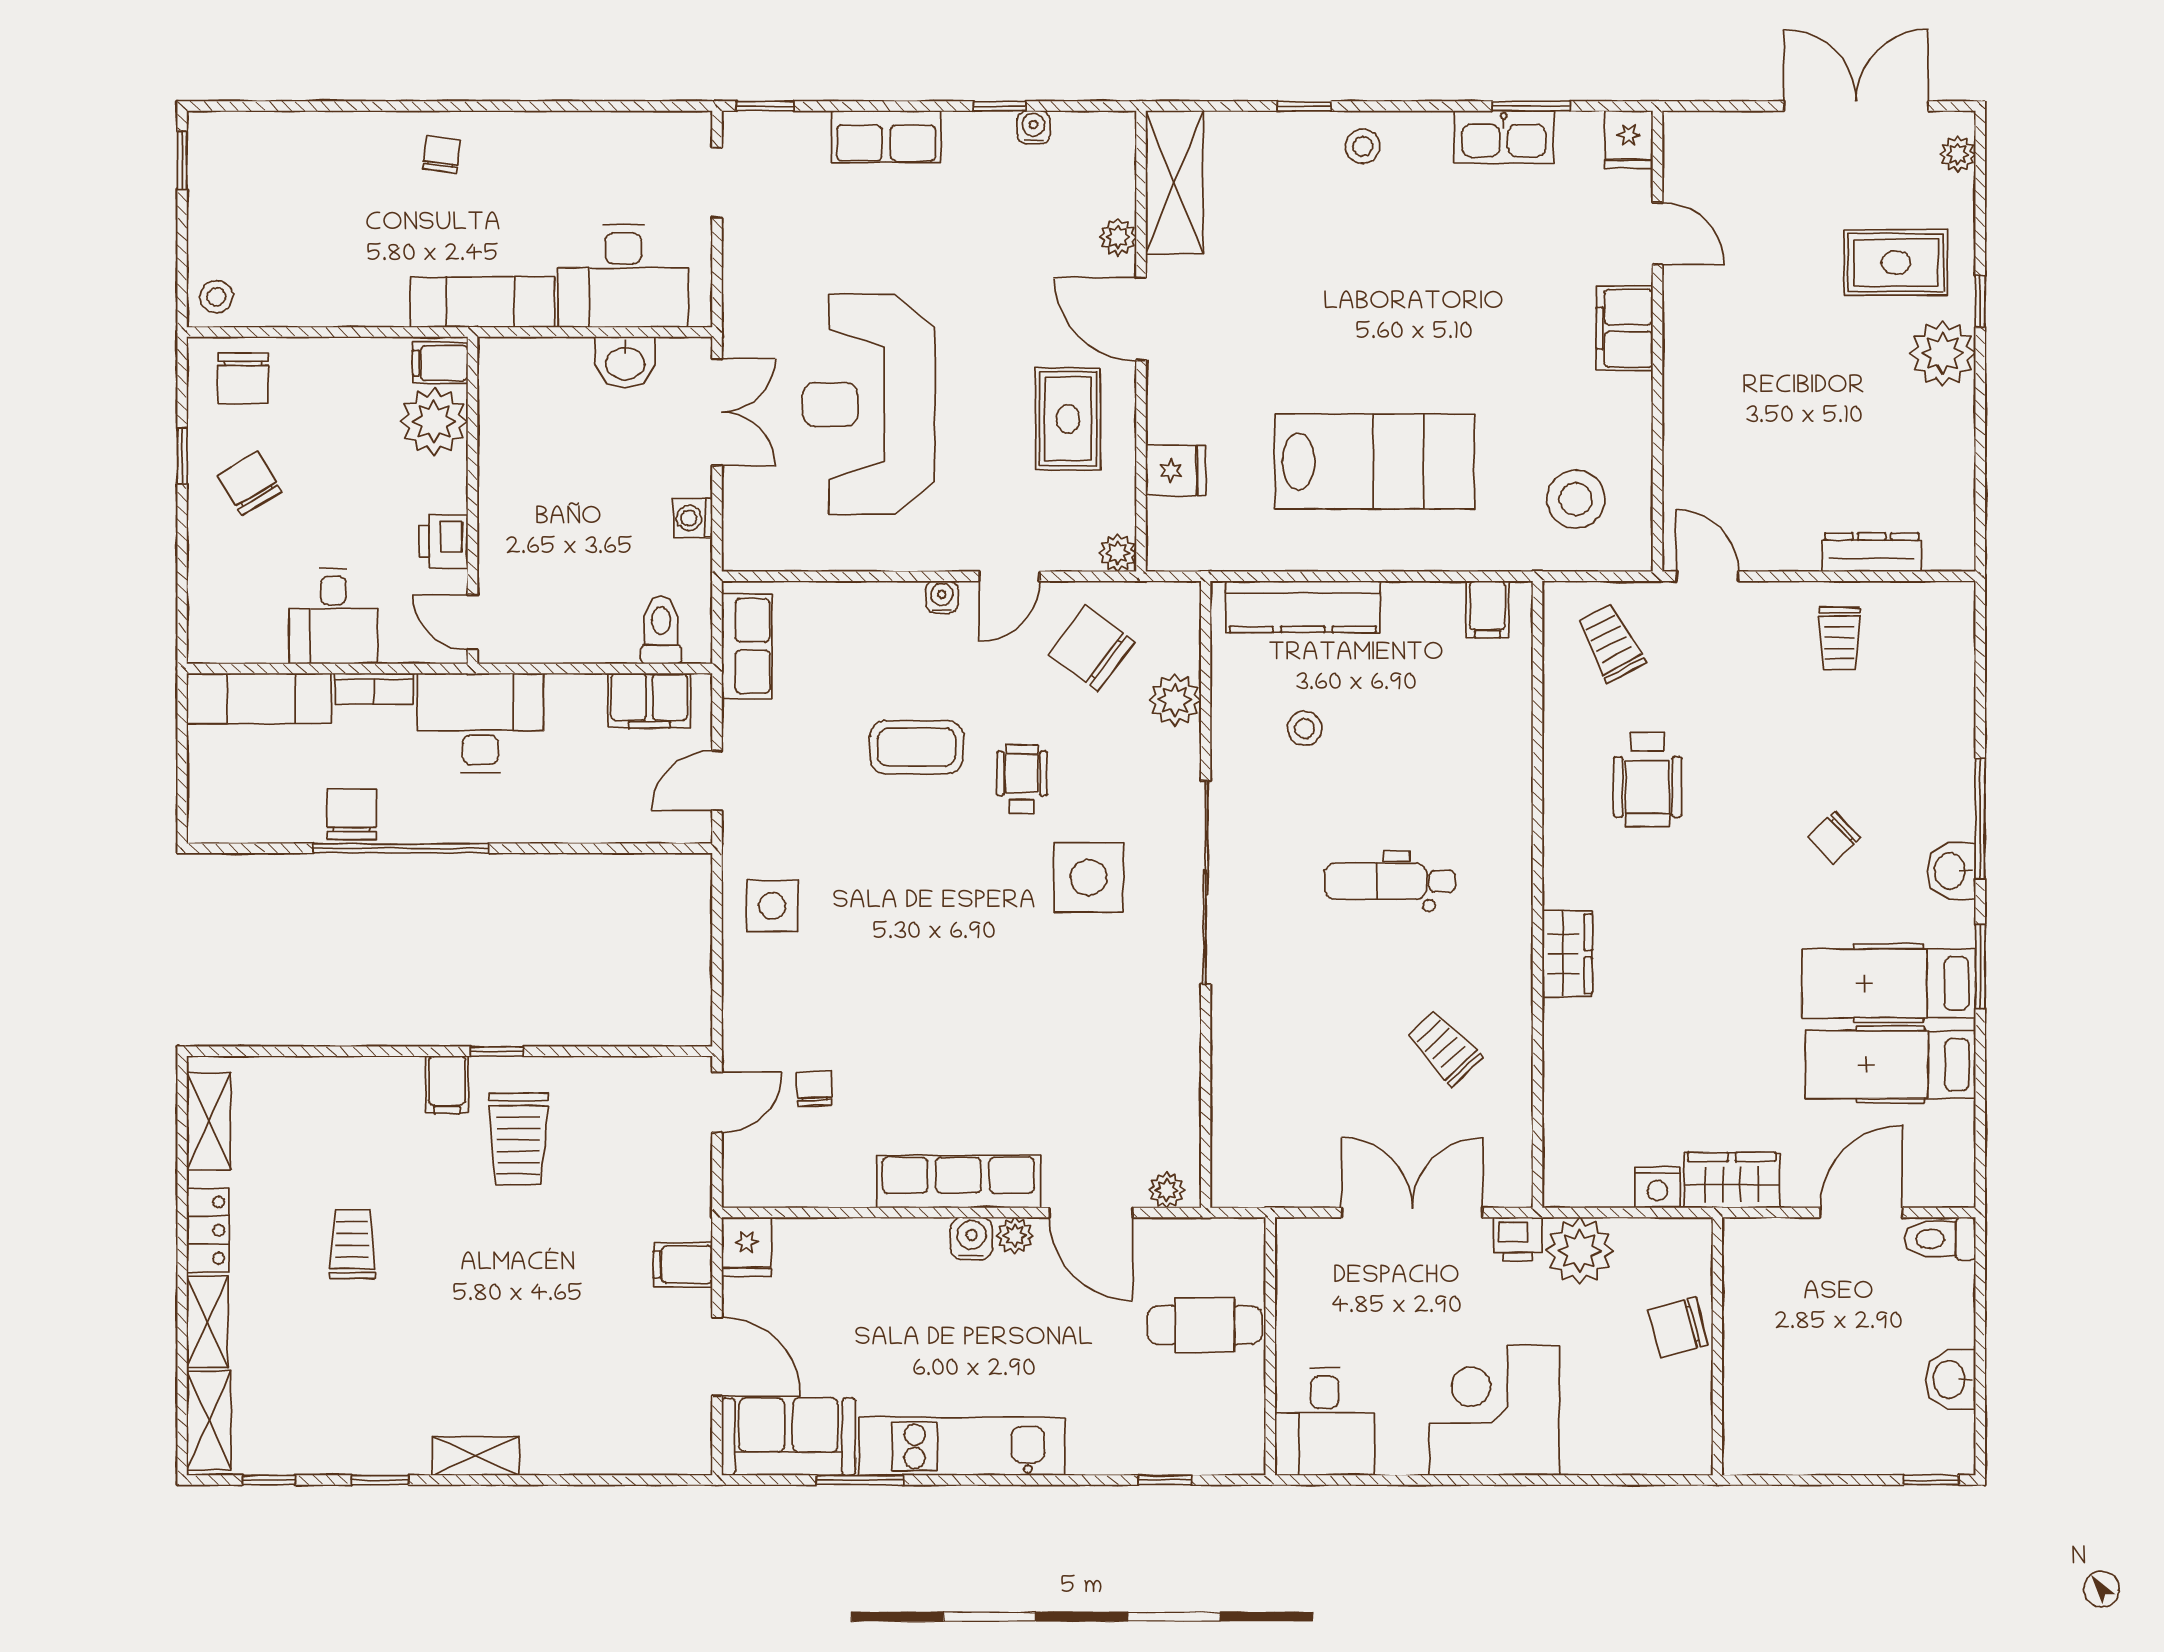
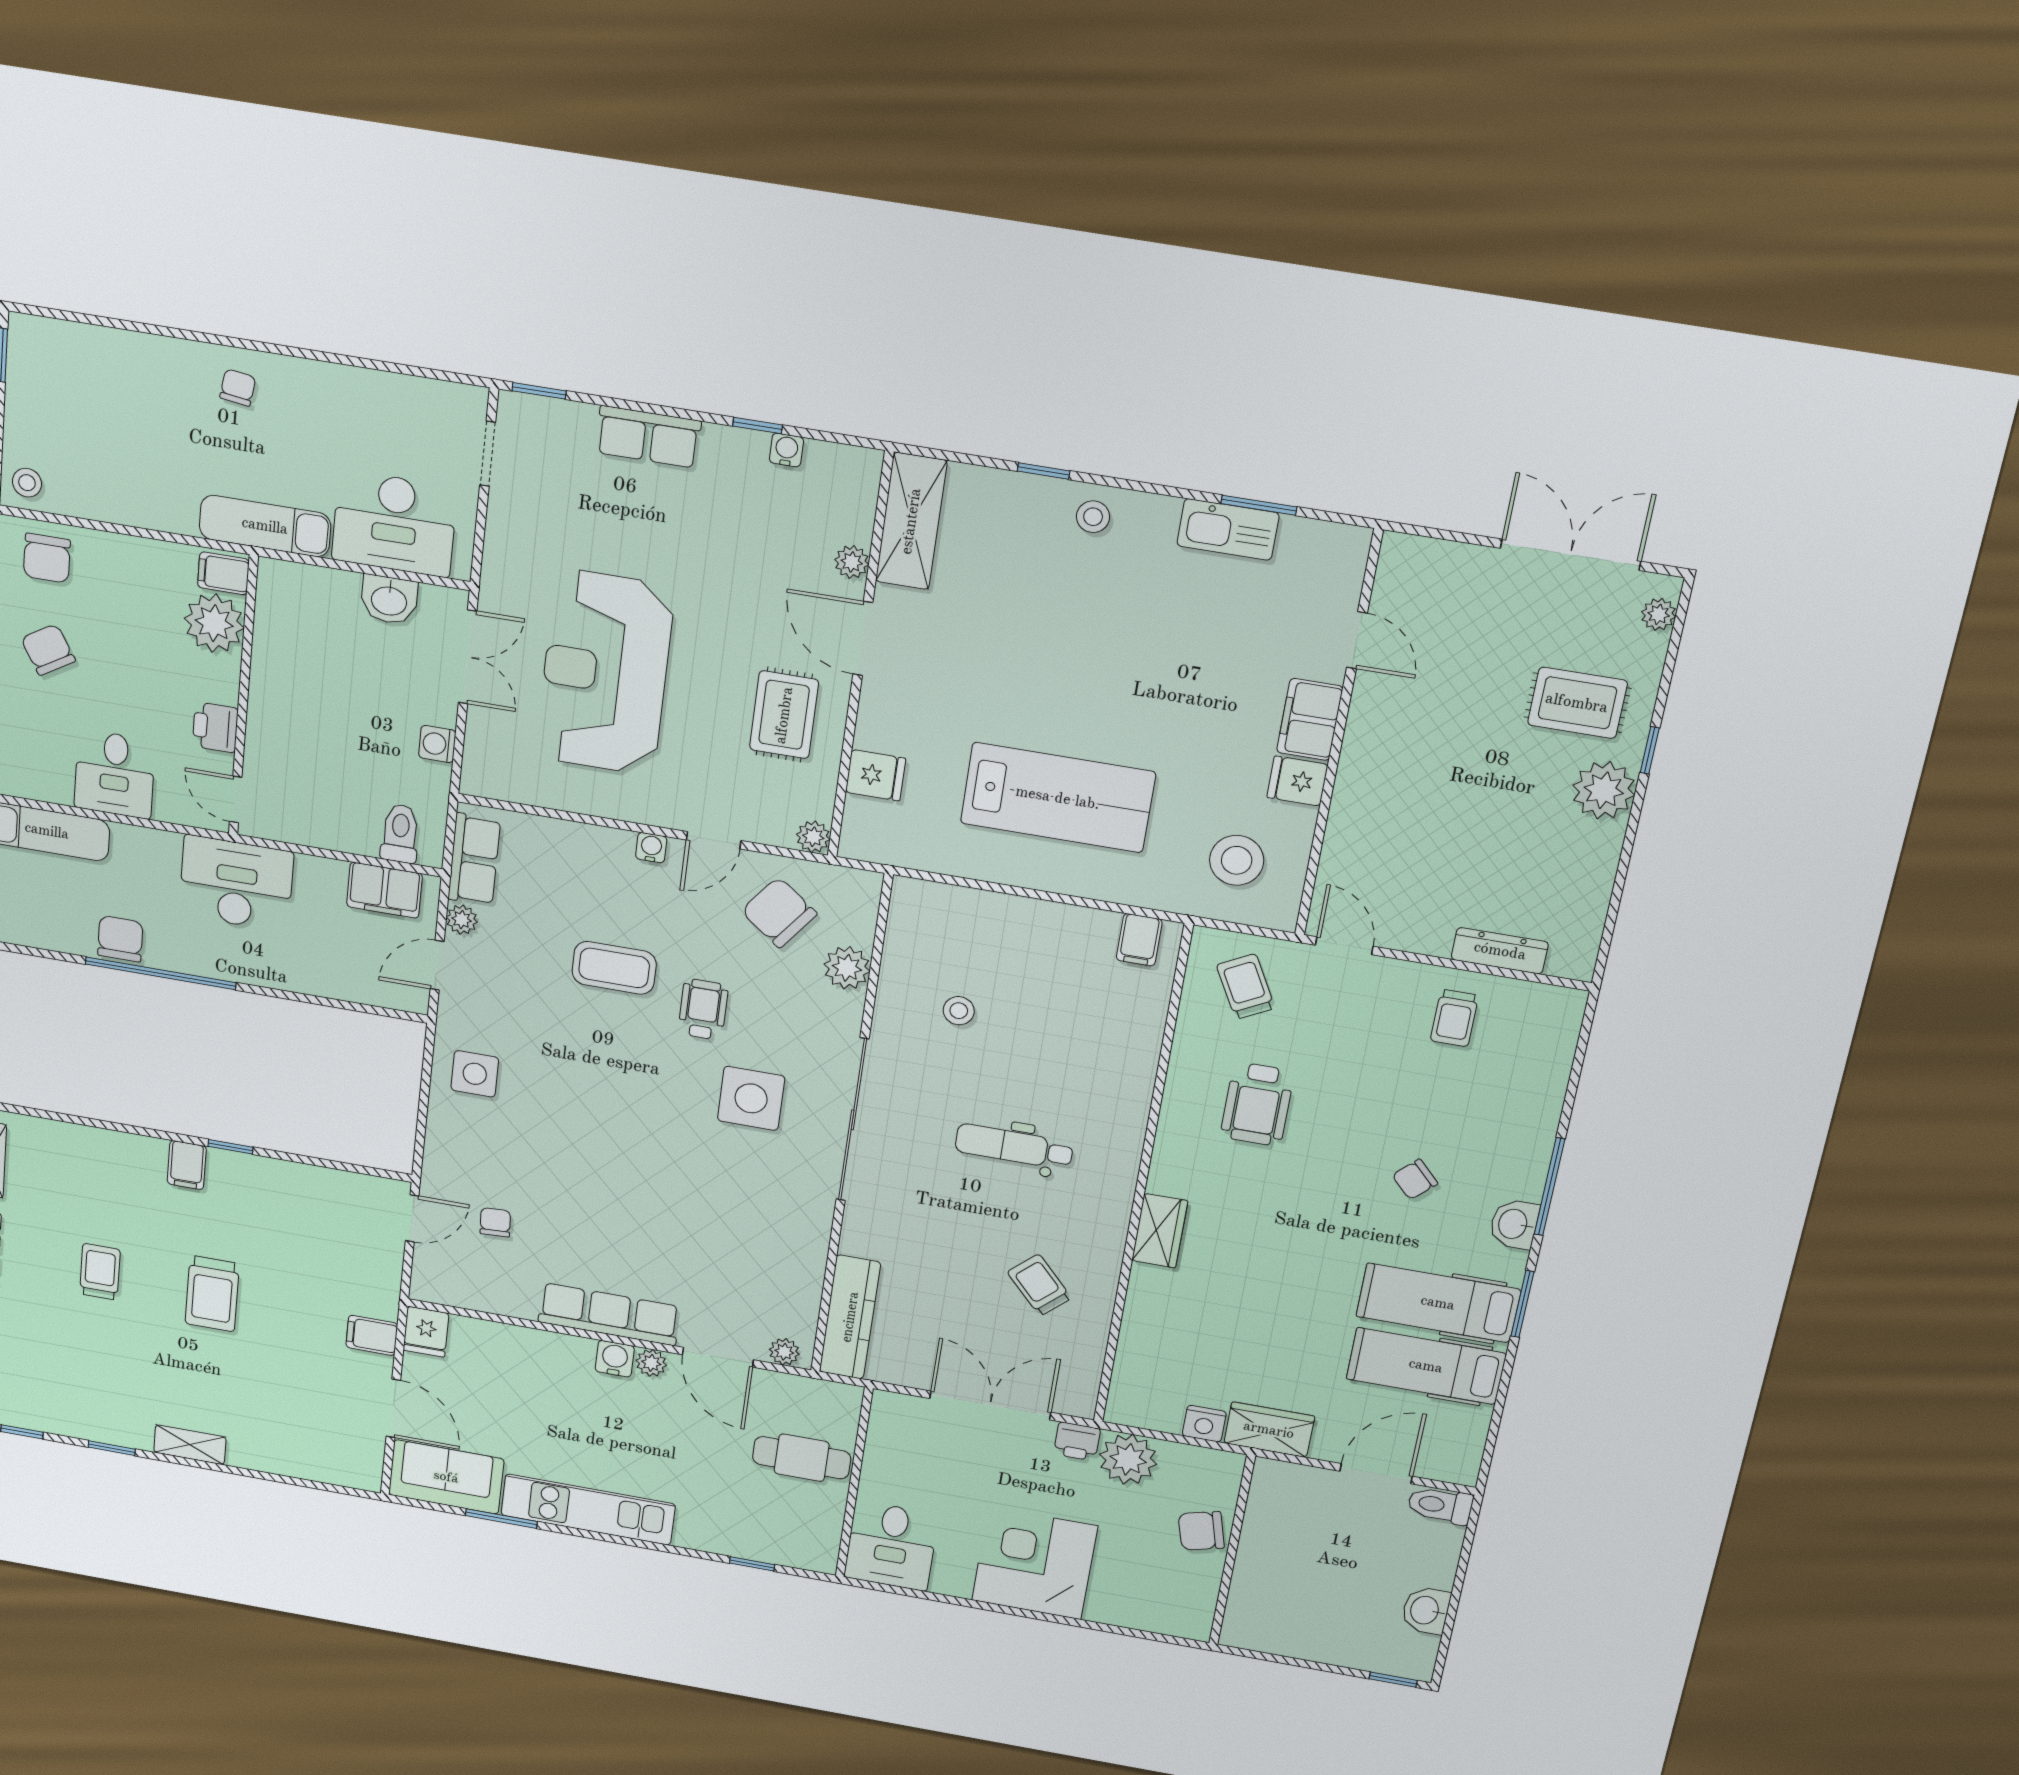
fridge: (1629, 140) -> (1297, 781), moved, turned 90
kitchen counter: (1303, 607) -> (850, 1317), moved, turned -90
bookcase: (374, 689) -> (146, 840), removed
plant: (740, 720) -> (462, 920), added
trolley: (518, 1139) -> (212, 1294), moved

